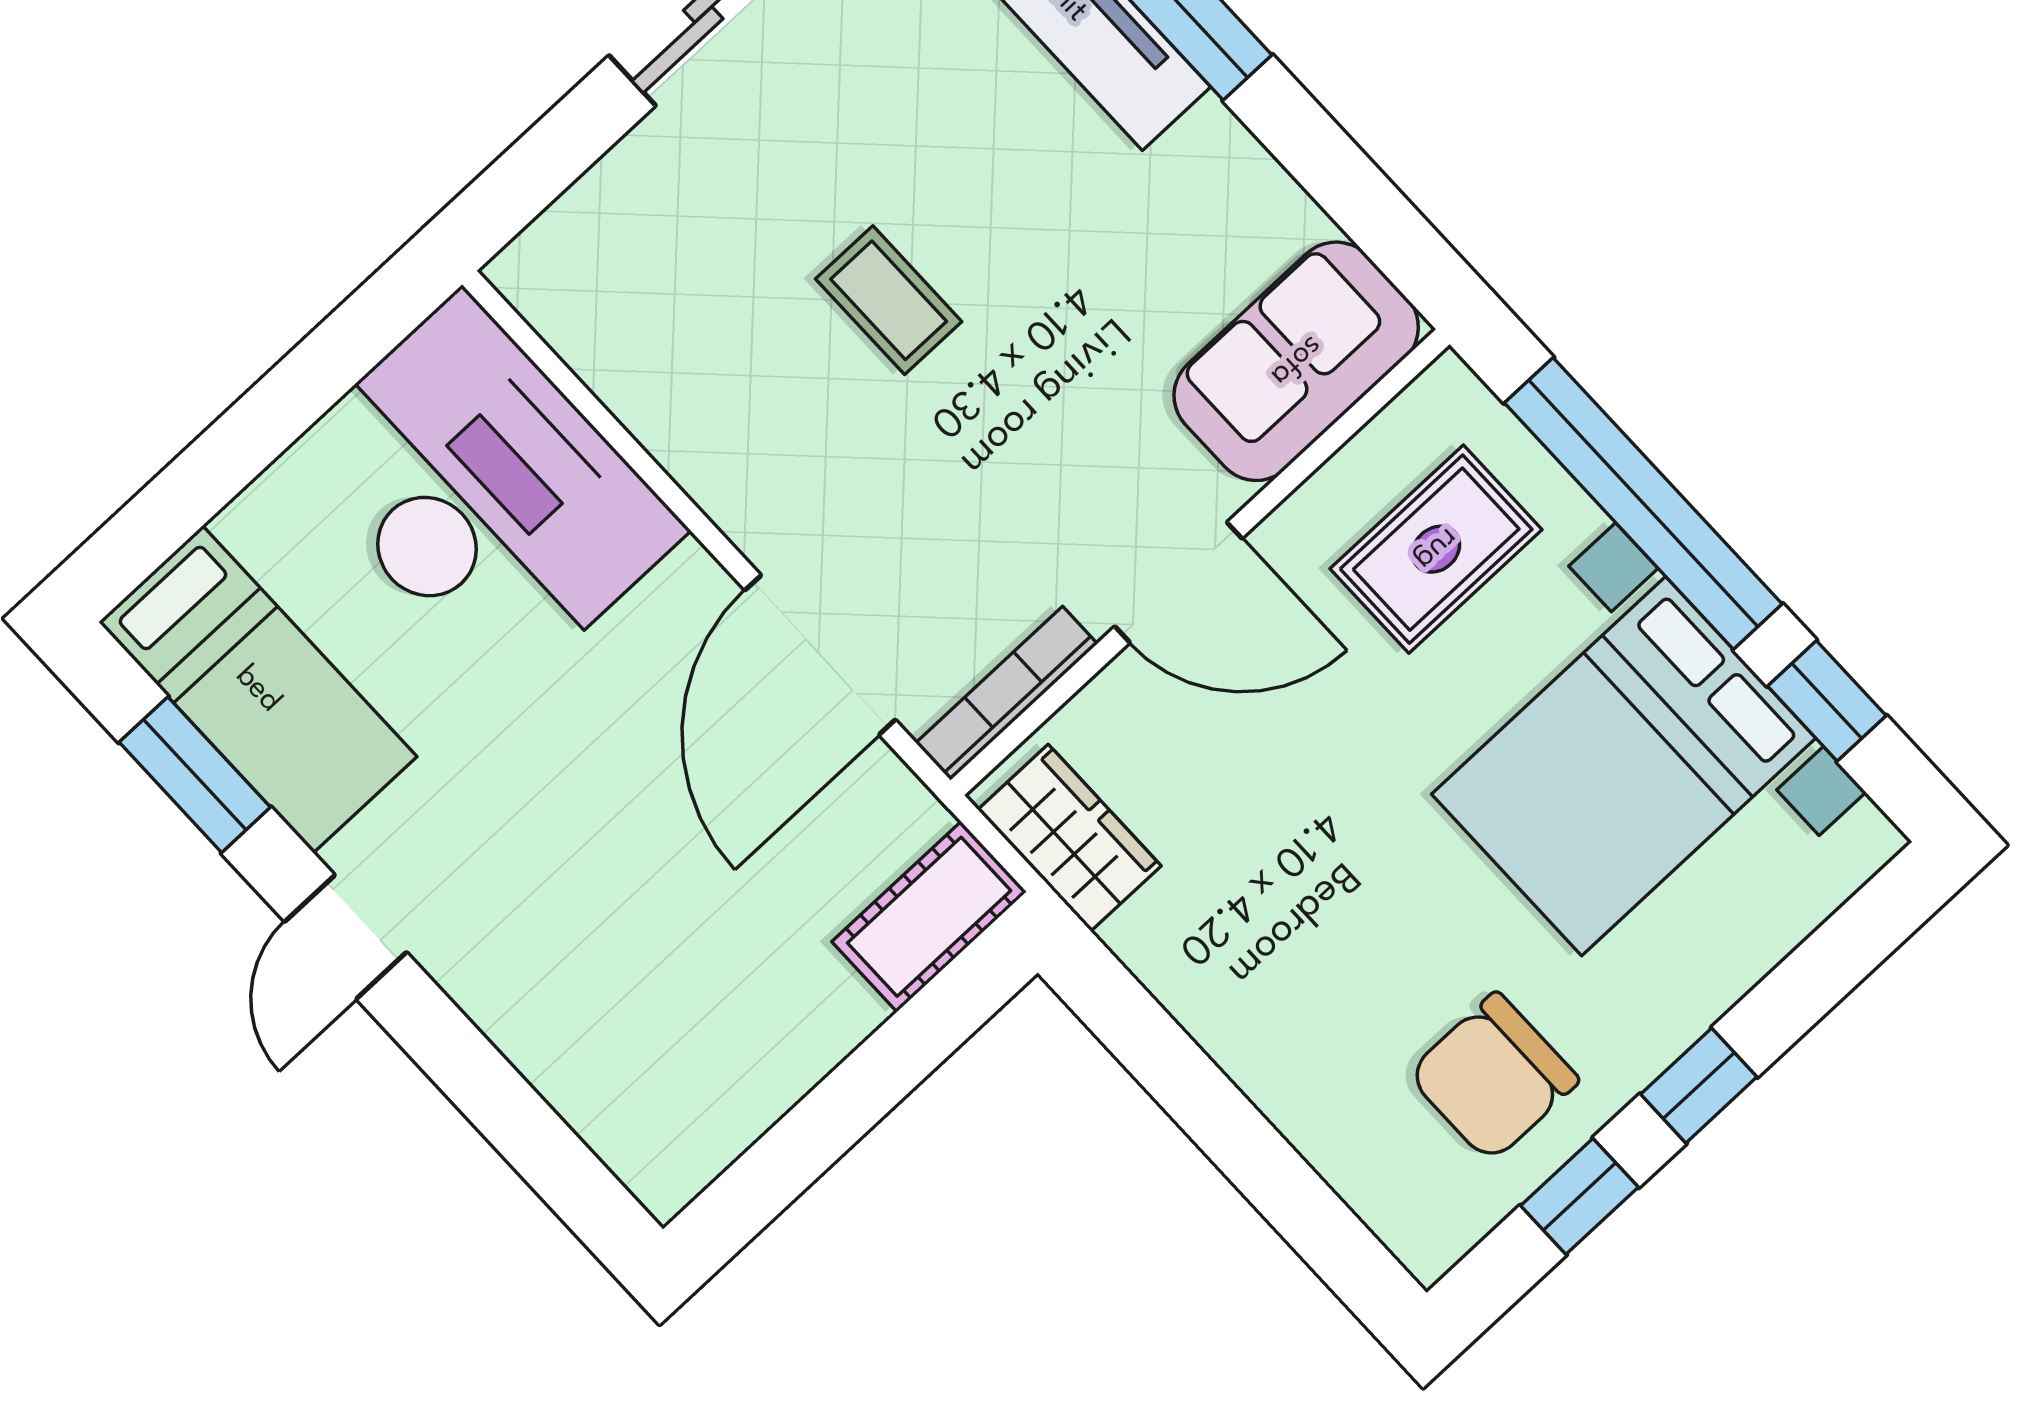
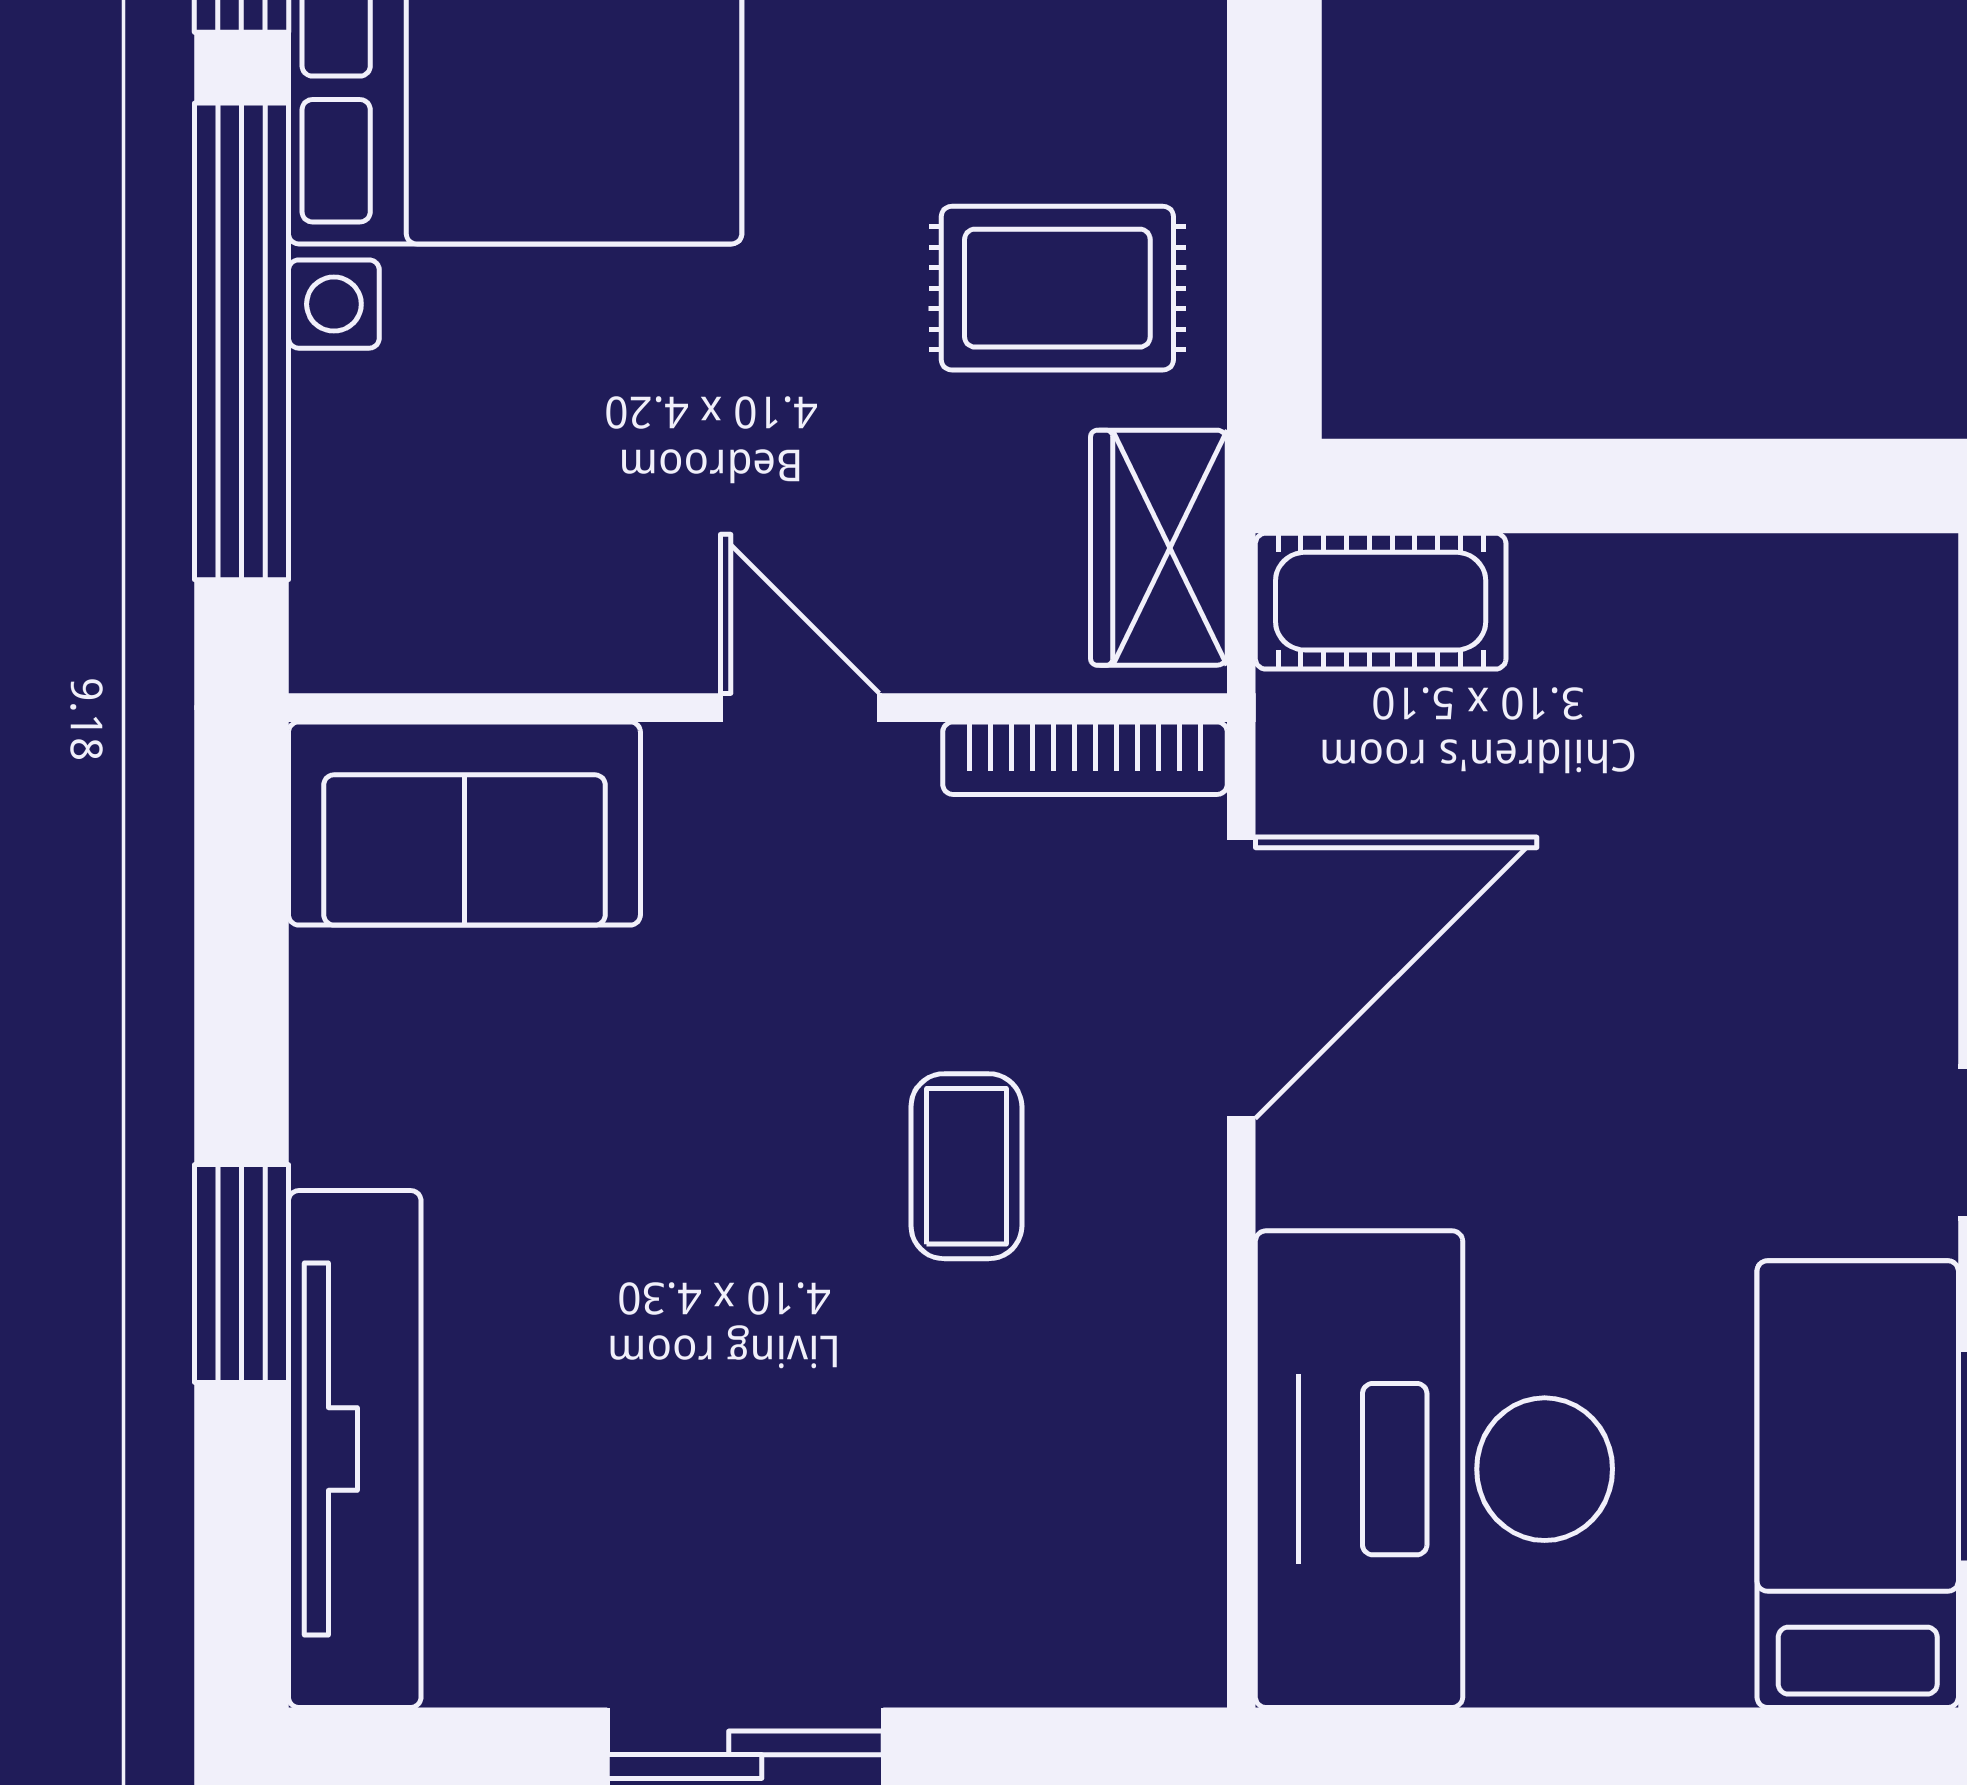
coffee table: (889, 300) -> (966, 1166), moved
rug: (1436, 549) -> (1057, 288), moved
door: (1178, 582) -> (800, 708), width x0.73

